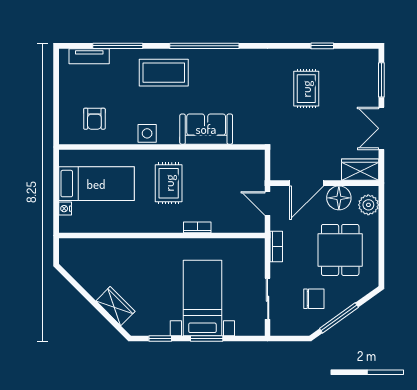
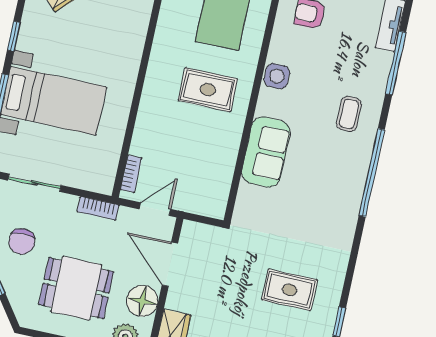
coffee table: (164, 73) -> (349, 114), width x0.54, depth x0.58
bookcase: (197, 227) -> (131, 174), moved

